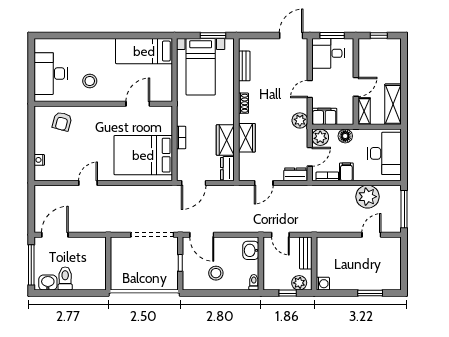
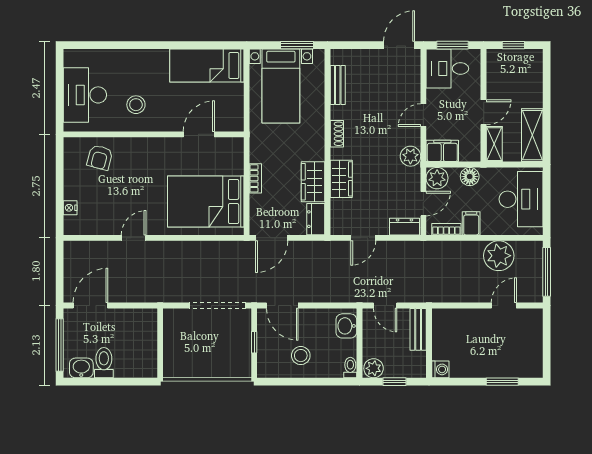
plant: (299, 283) -> (374, 368), moved

